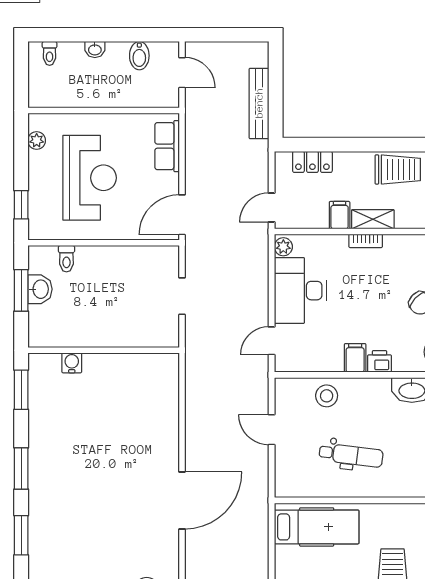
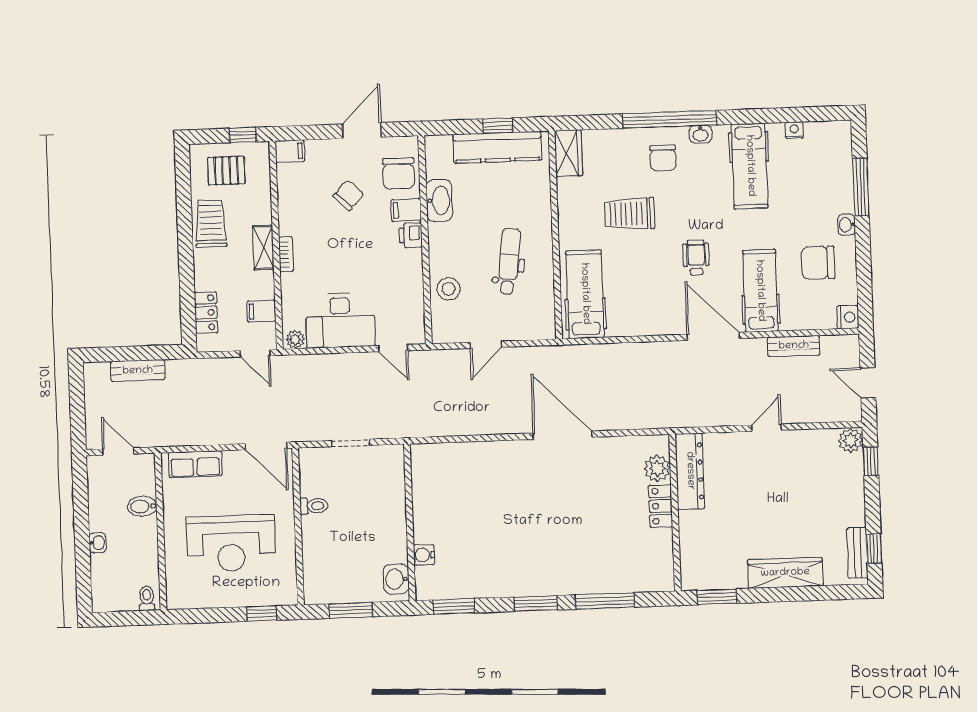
toilet: (50, 53) -> (147, 598), moved, turned -90
bidet: (139, 56) -> (142, 506), moved, turned 180
door: (182, 73) -> (118, 451), hinge flipped
bench: (259, 103) -> (138, 371), width x0.73
plant: (37, 140) -> (194, 600), removed
reception desk: (90, 178) -> (231, 543), turned 180
filing cabinet: (340, 215) -> (261, 311), moved
toilet: (66, 259) -> (314, 506), moved
washbasin: (40, 289) -> (396, 579), moved, turned -90
filing cabinet: (355, 358) -> (406, 210), moved
window: (21, 535) -> (605, 601), width x1.44

